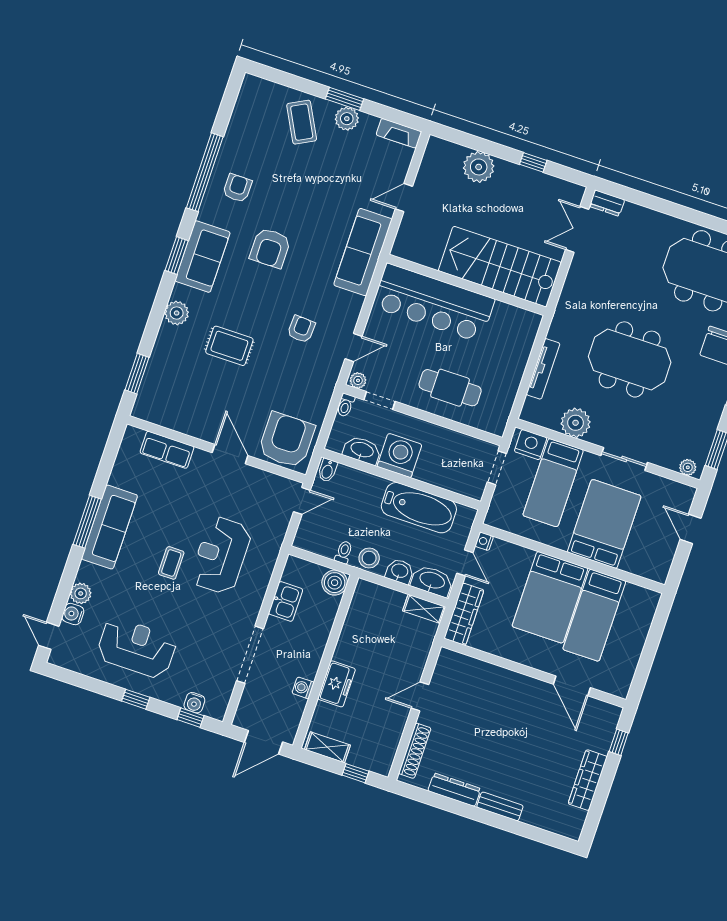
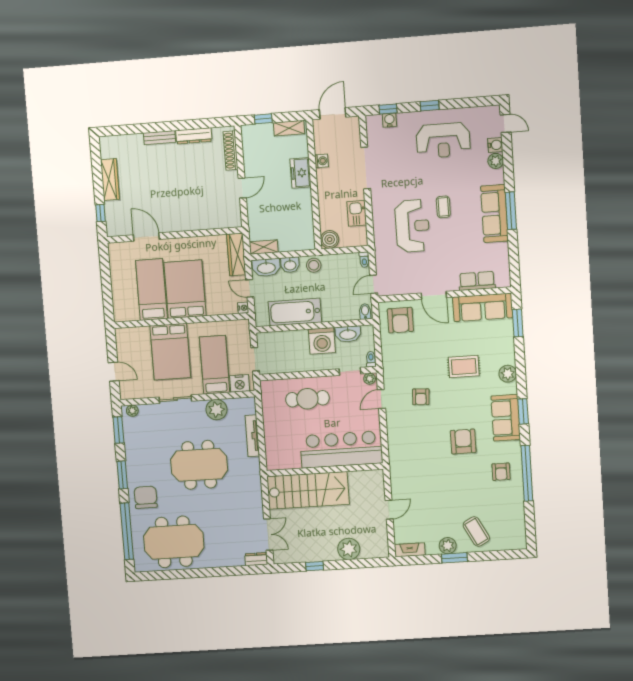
sofa: (363, 252) -> (483, 307), moved, turned 90
armchair: (287, 440) -> (400, 320), width x0.73, depth x0.73
toilet: (344, 552) -> (364, 260), moved

